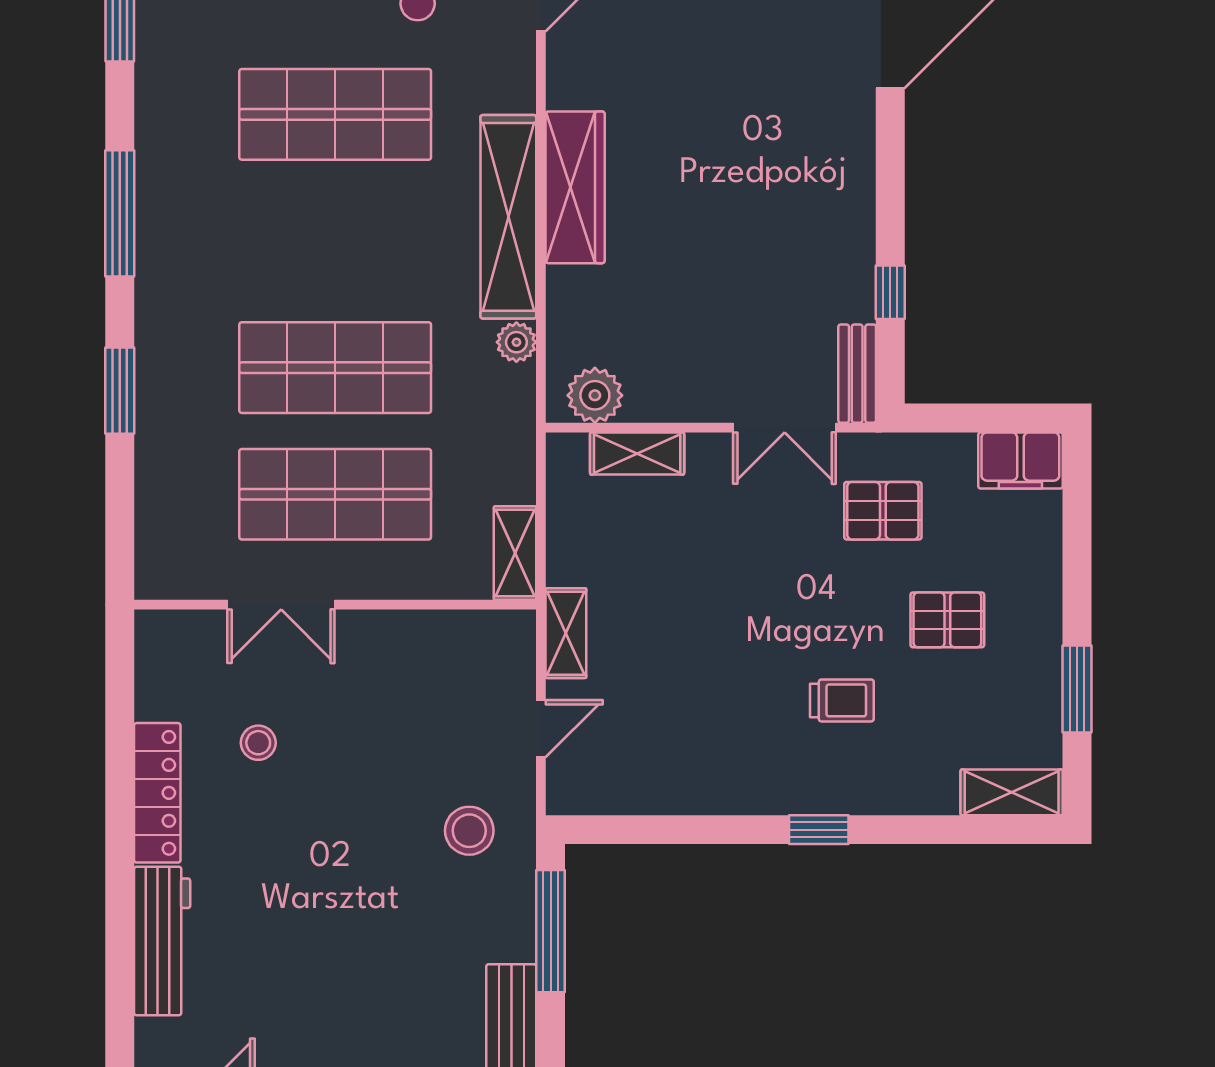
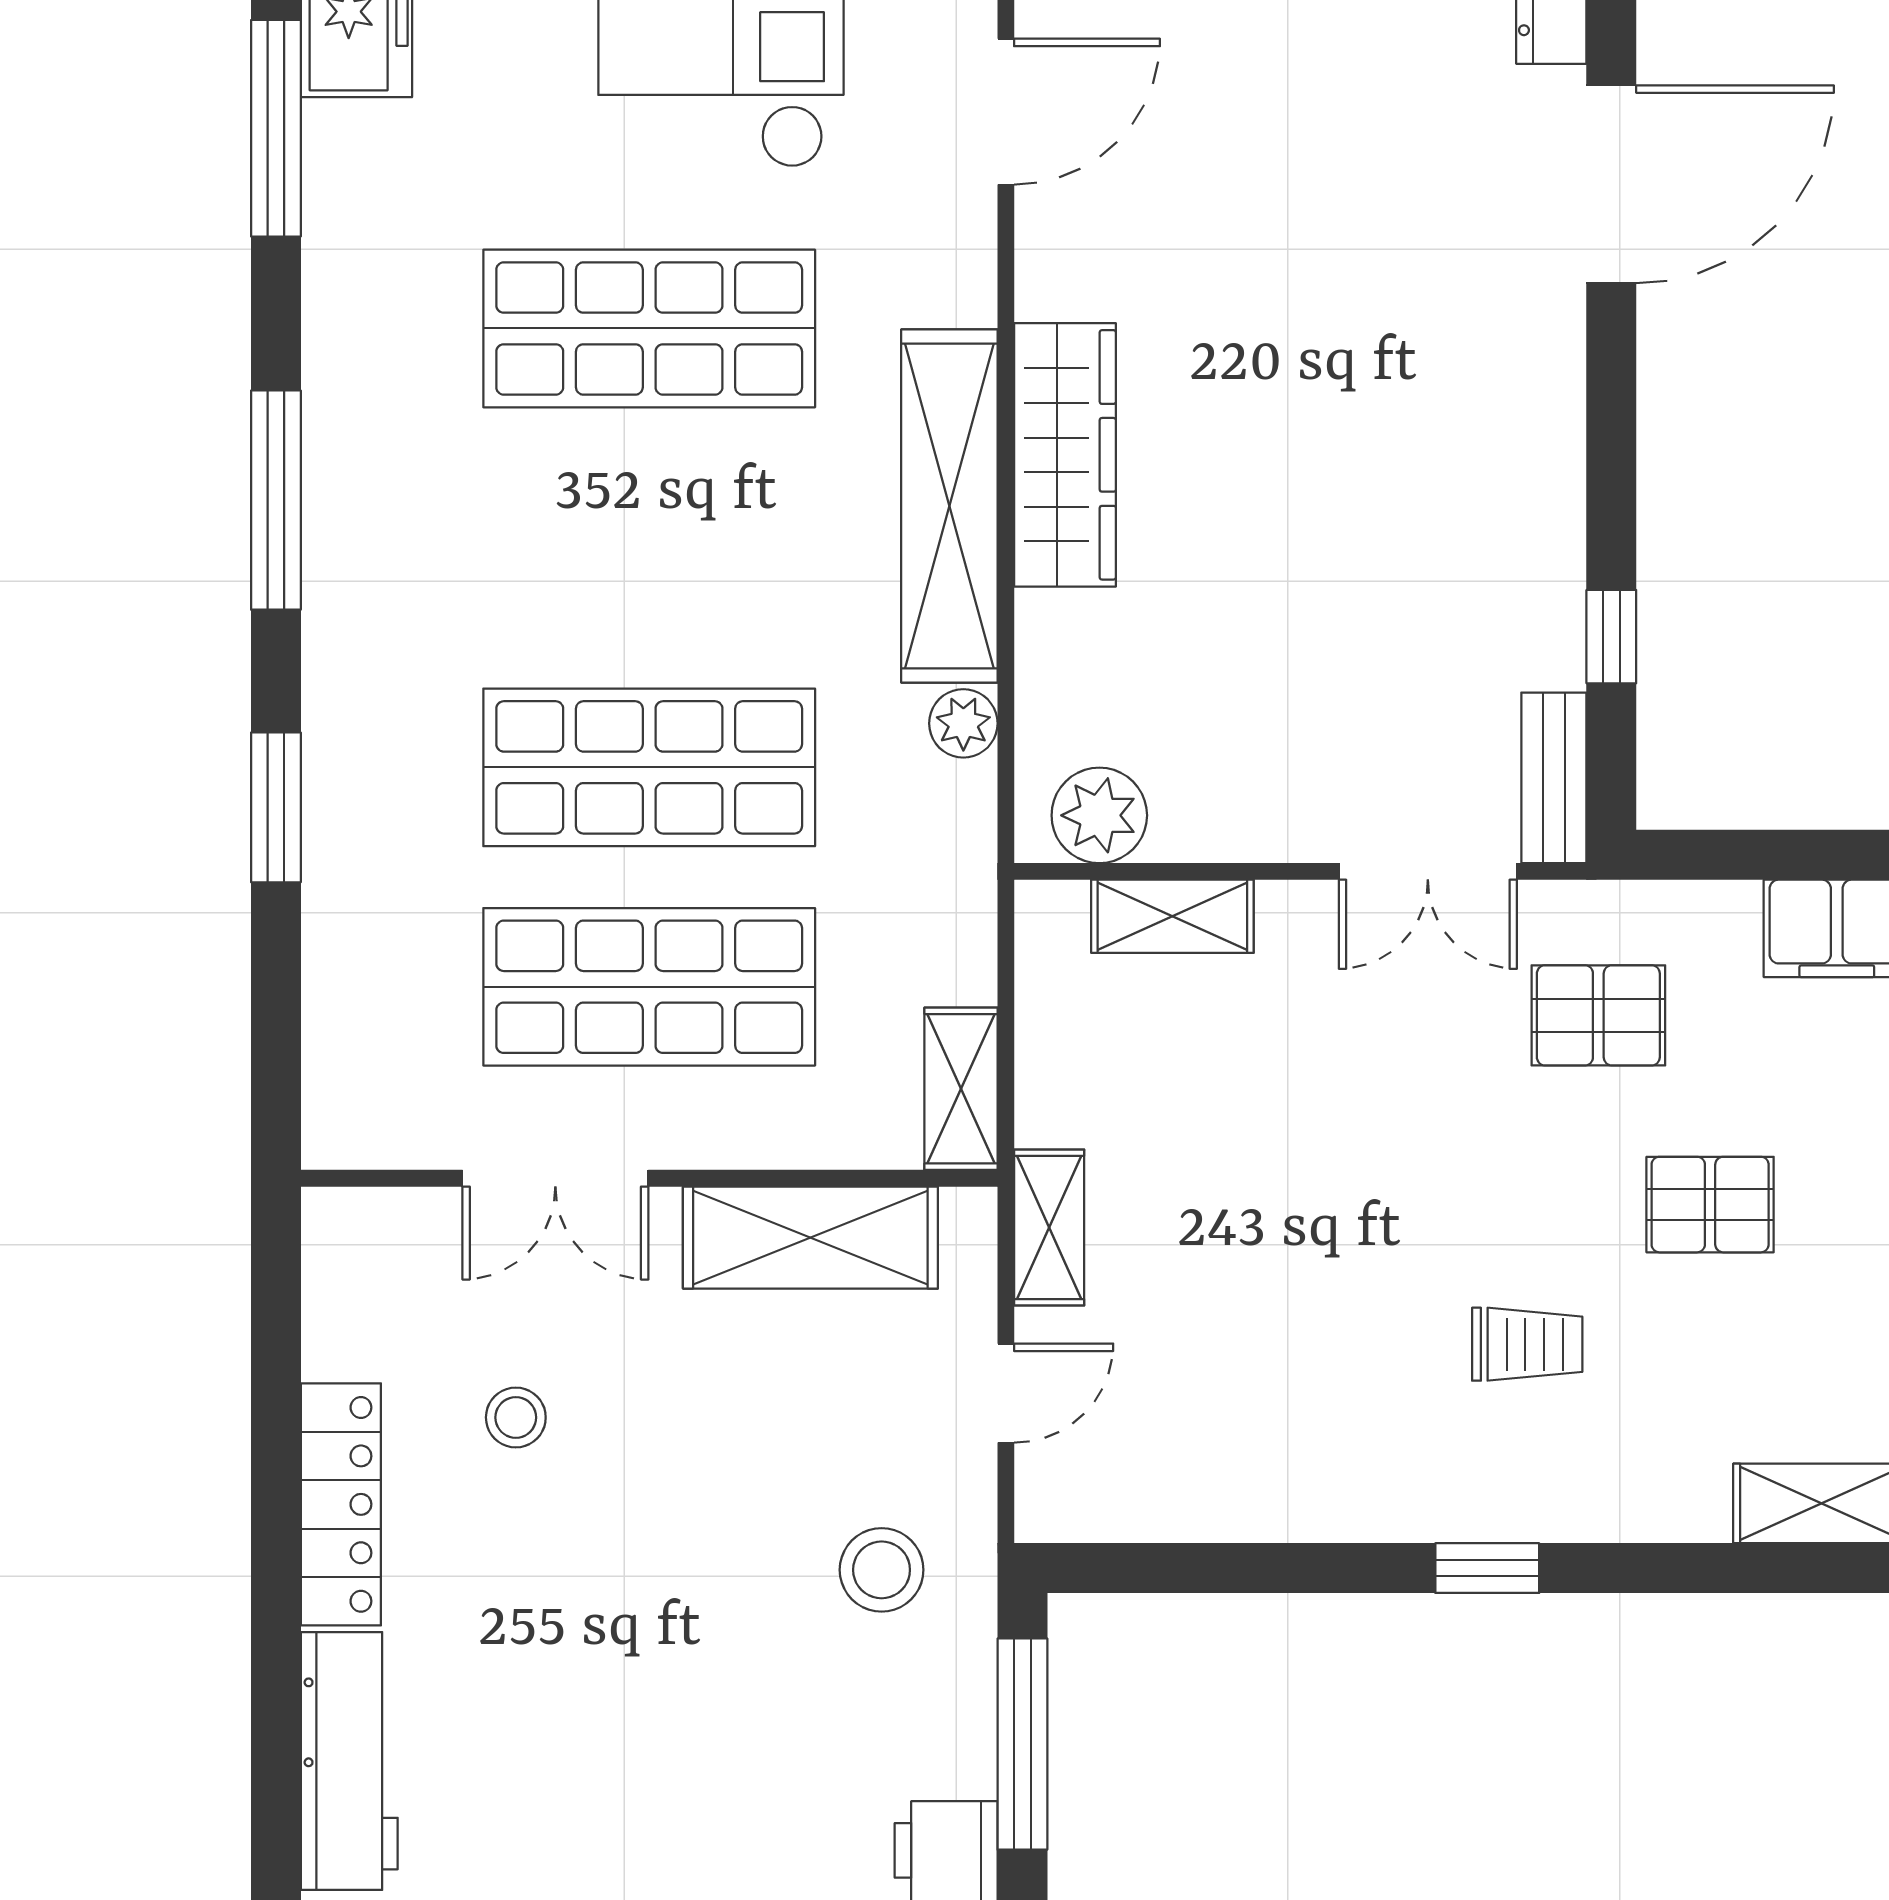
shelving: (428, 639) -> (810, 1238), added

